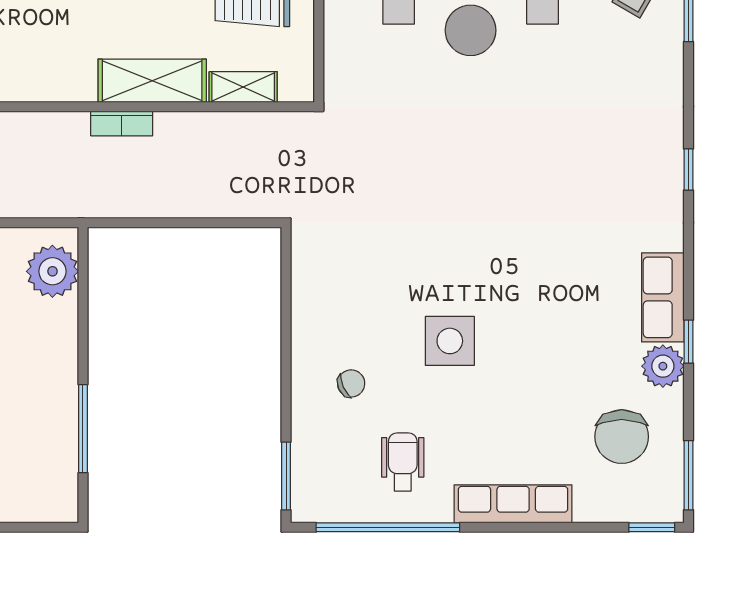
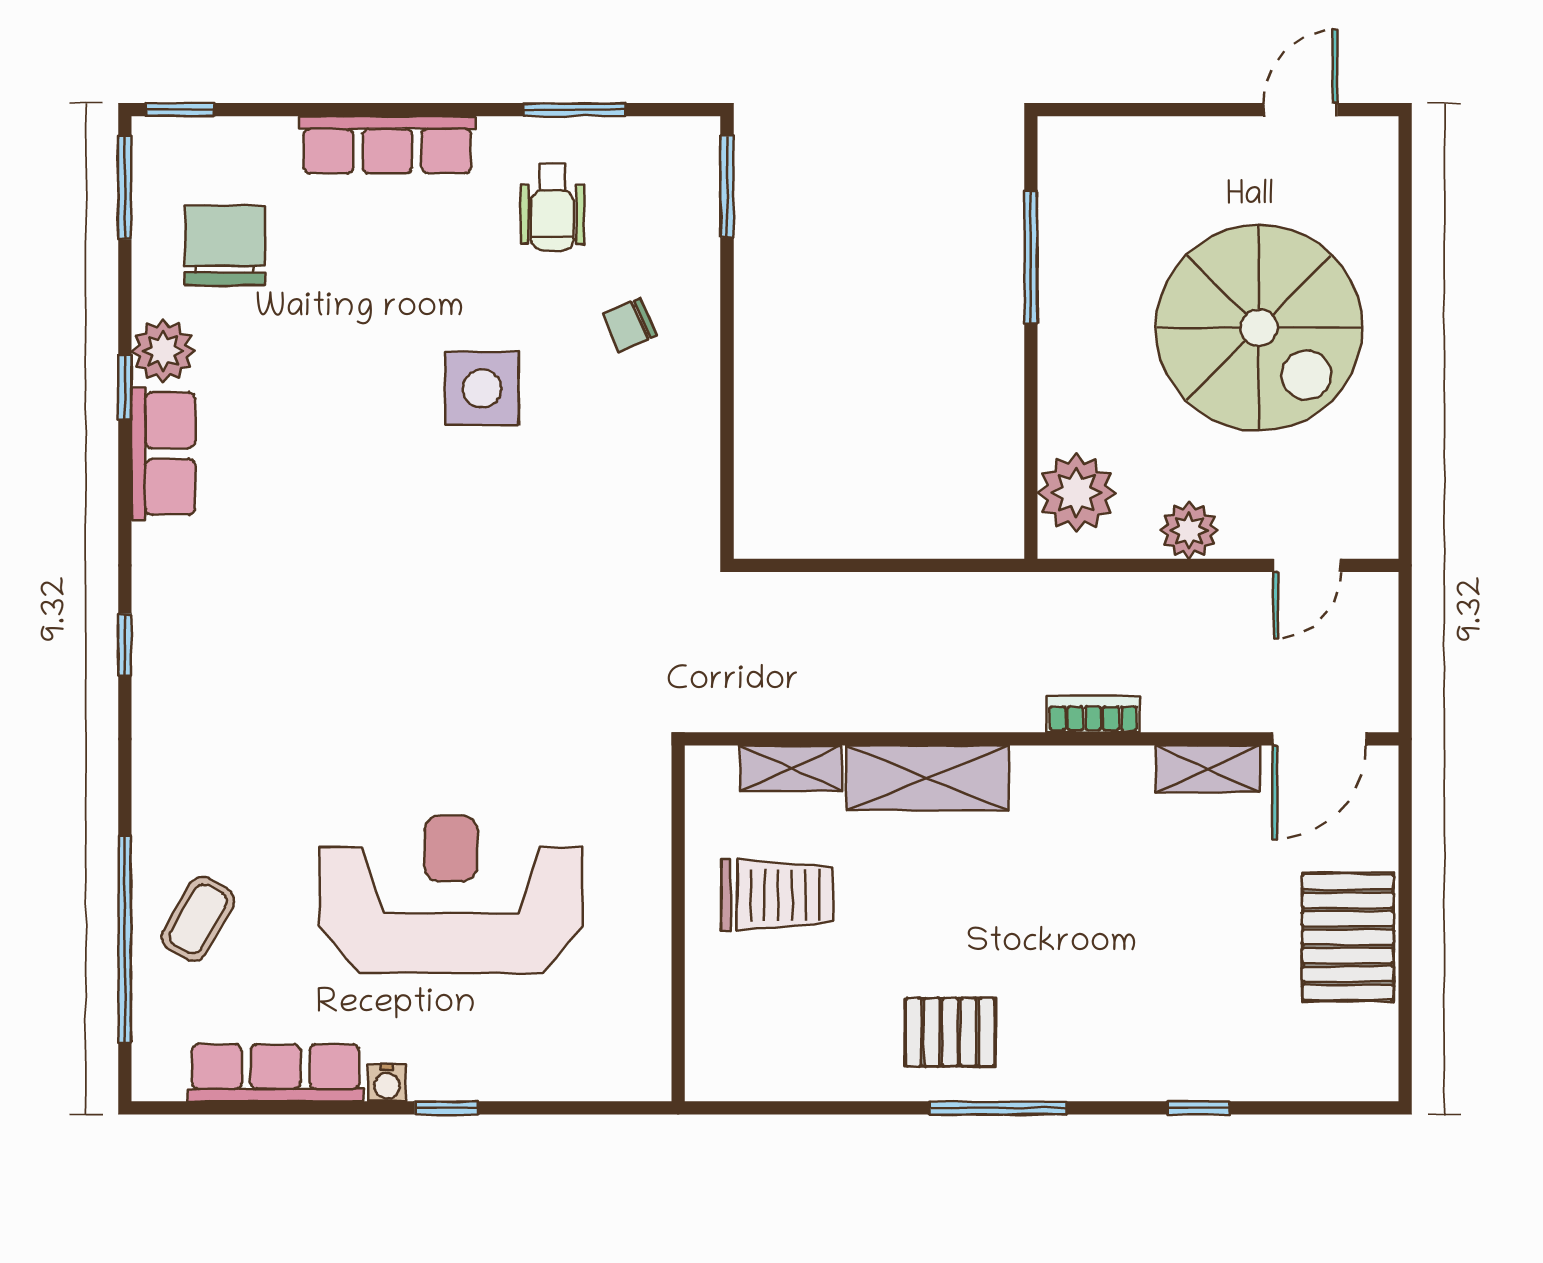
bookcase: (122, 123) -> (1093, 714), moved
window: (388, 527) -> (575, 110), width x0.47

